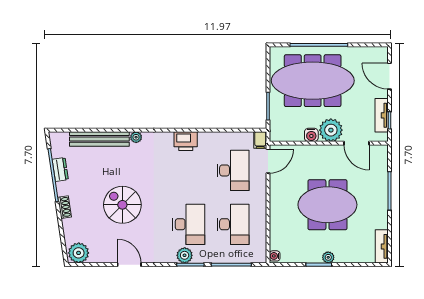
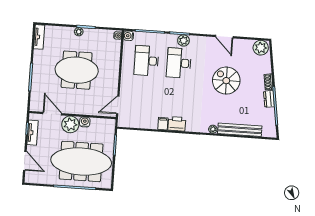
filing cabinet: (260, 140) -> (163, 124), moved
dresser: (60, 169) -> (269, 99), moved
desk: (233, 170) -> (144, 100), removed
spiral stairs: (122, 205) -> (226, 81), turned 180
water cooler: (260, 257) -> (128, 36), added

